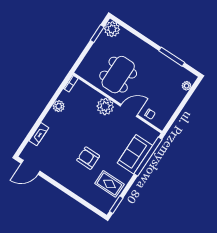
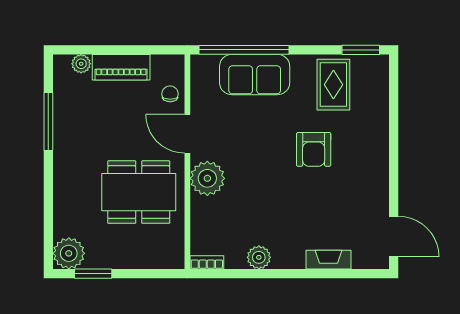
piano: (174, 101) -> (121, 67), added

